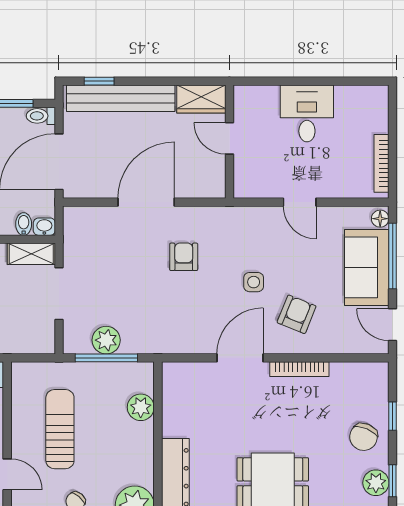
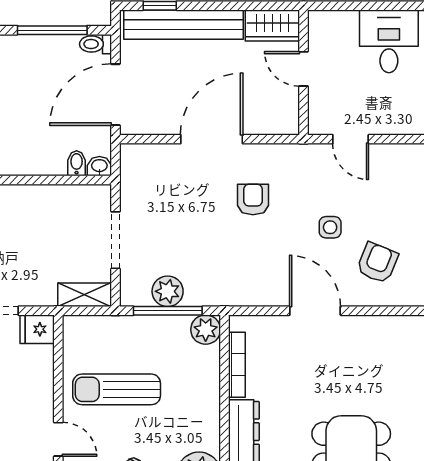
door: (300, 202) -> (351, 139), moved
shelving: (31, 254) -> (84, 295), moved
door: (240, 358) -> (315, 311), hinge flipped
bookcase: (299, 369) -> (237, 365), moved, turned -90
plant: (141, 407) -> (206, 330), moved
sun lounger: (60, 429) -> (117, 389), turned -90

